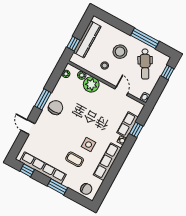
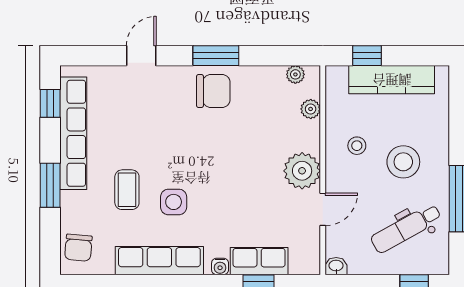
plant: (91, 84) -> (302, 171), moved

